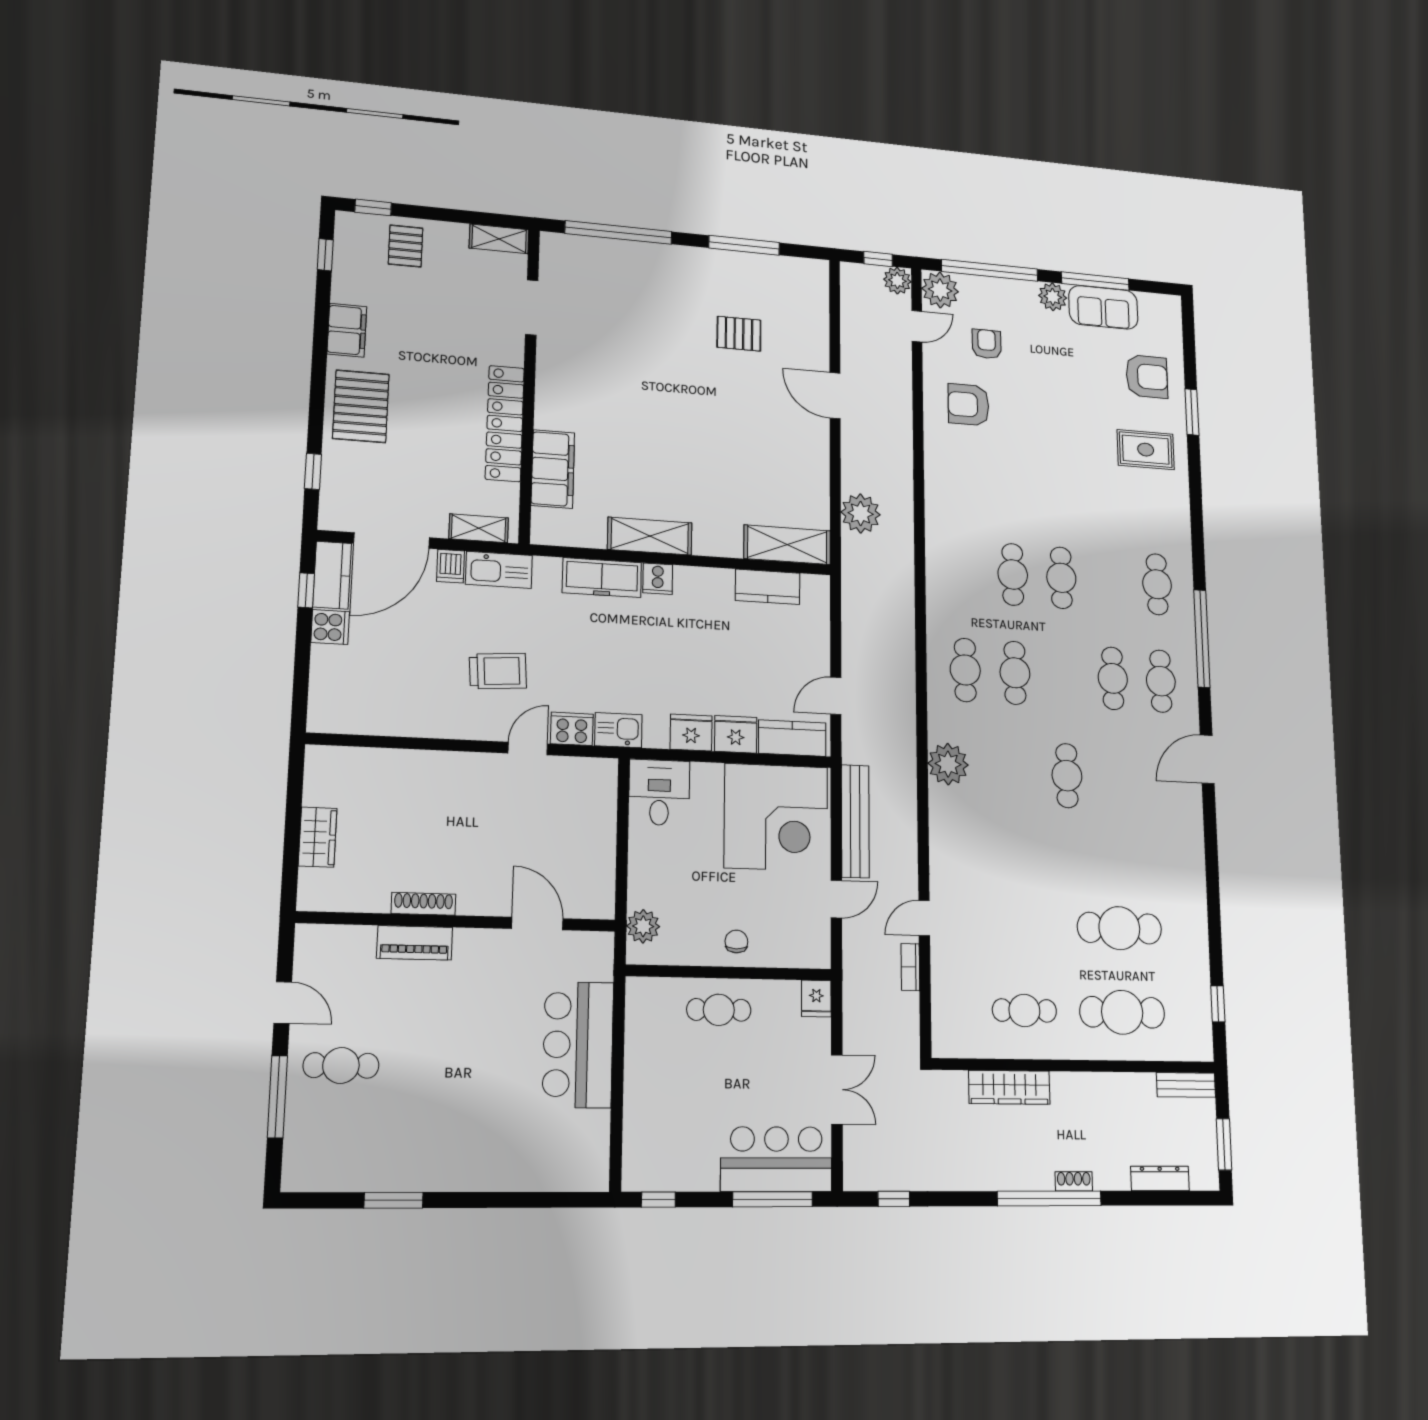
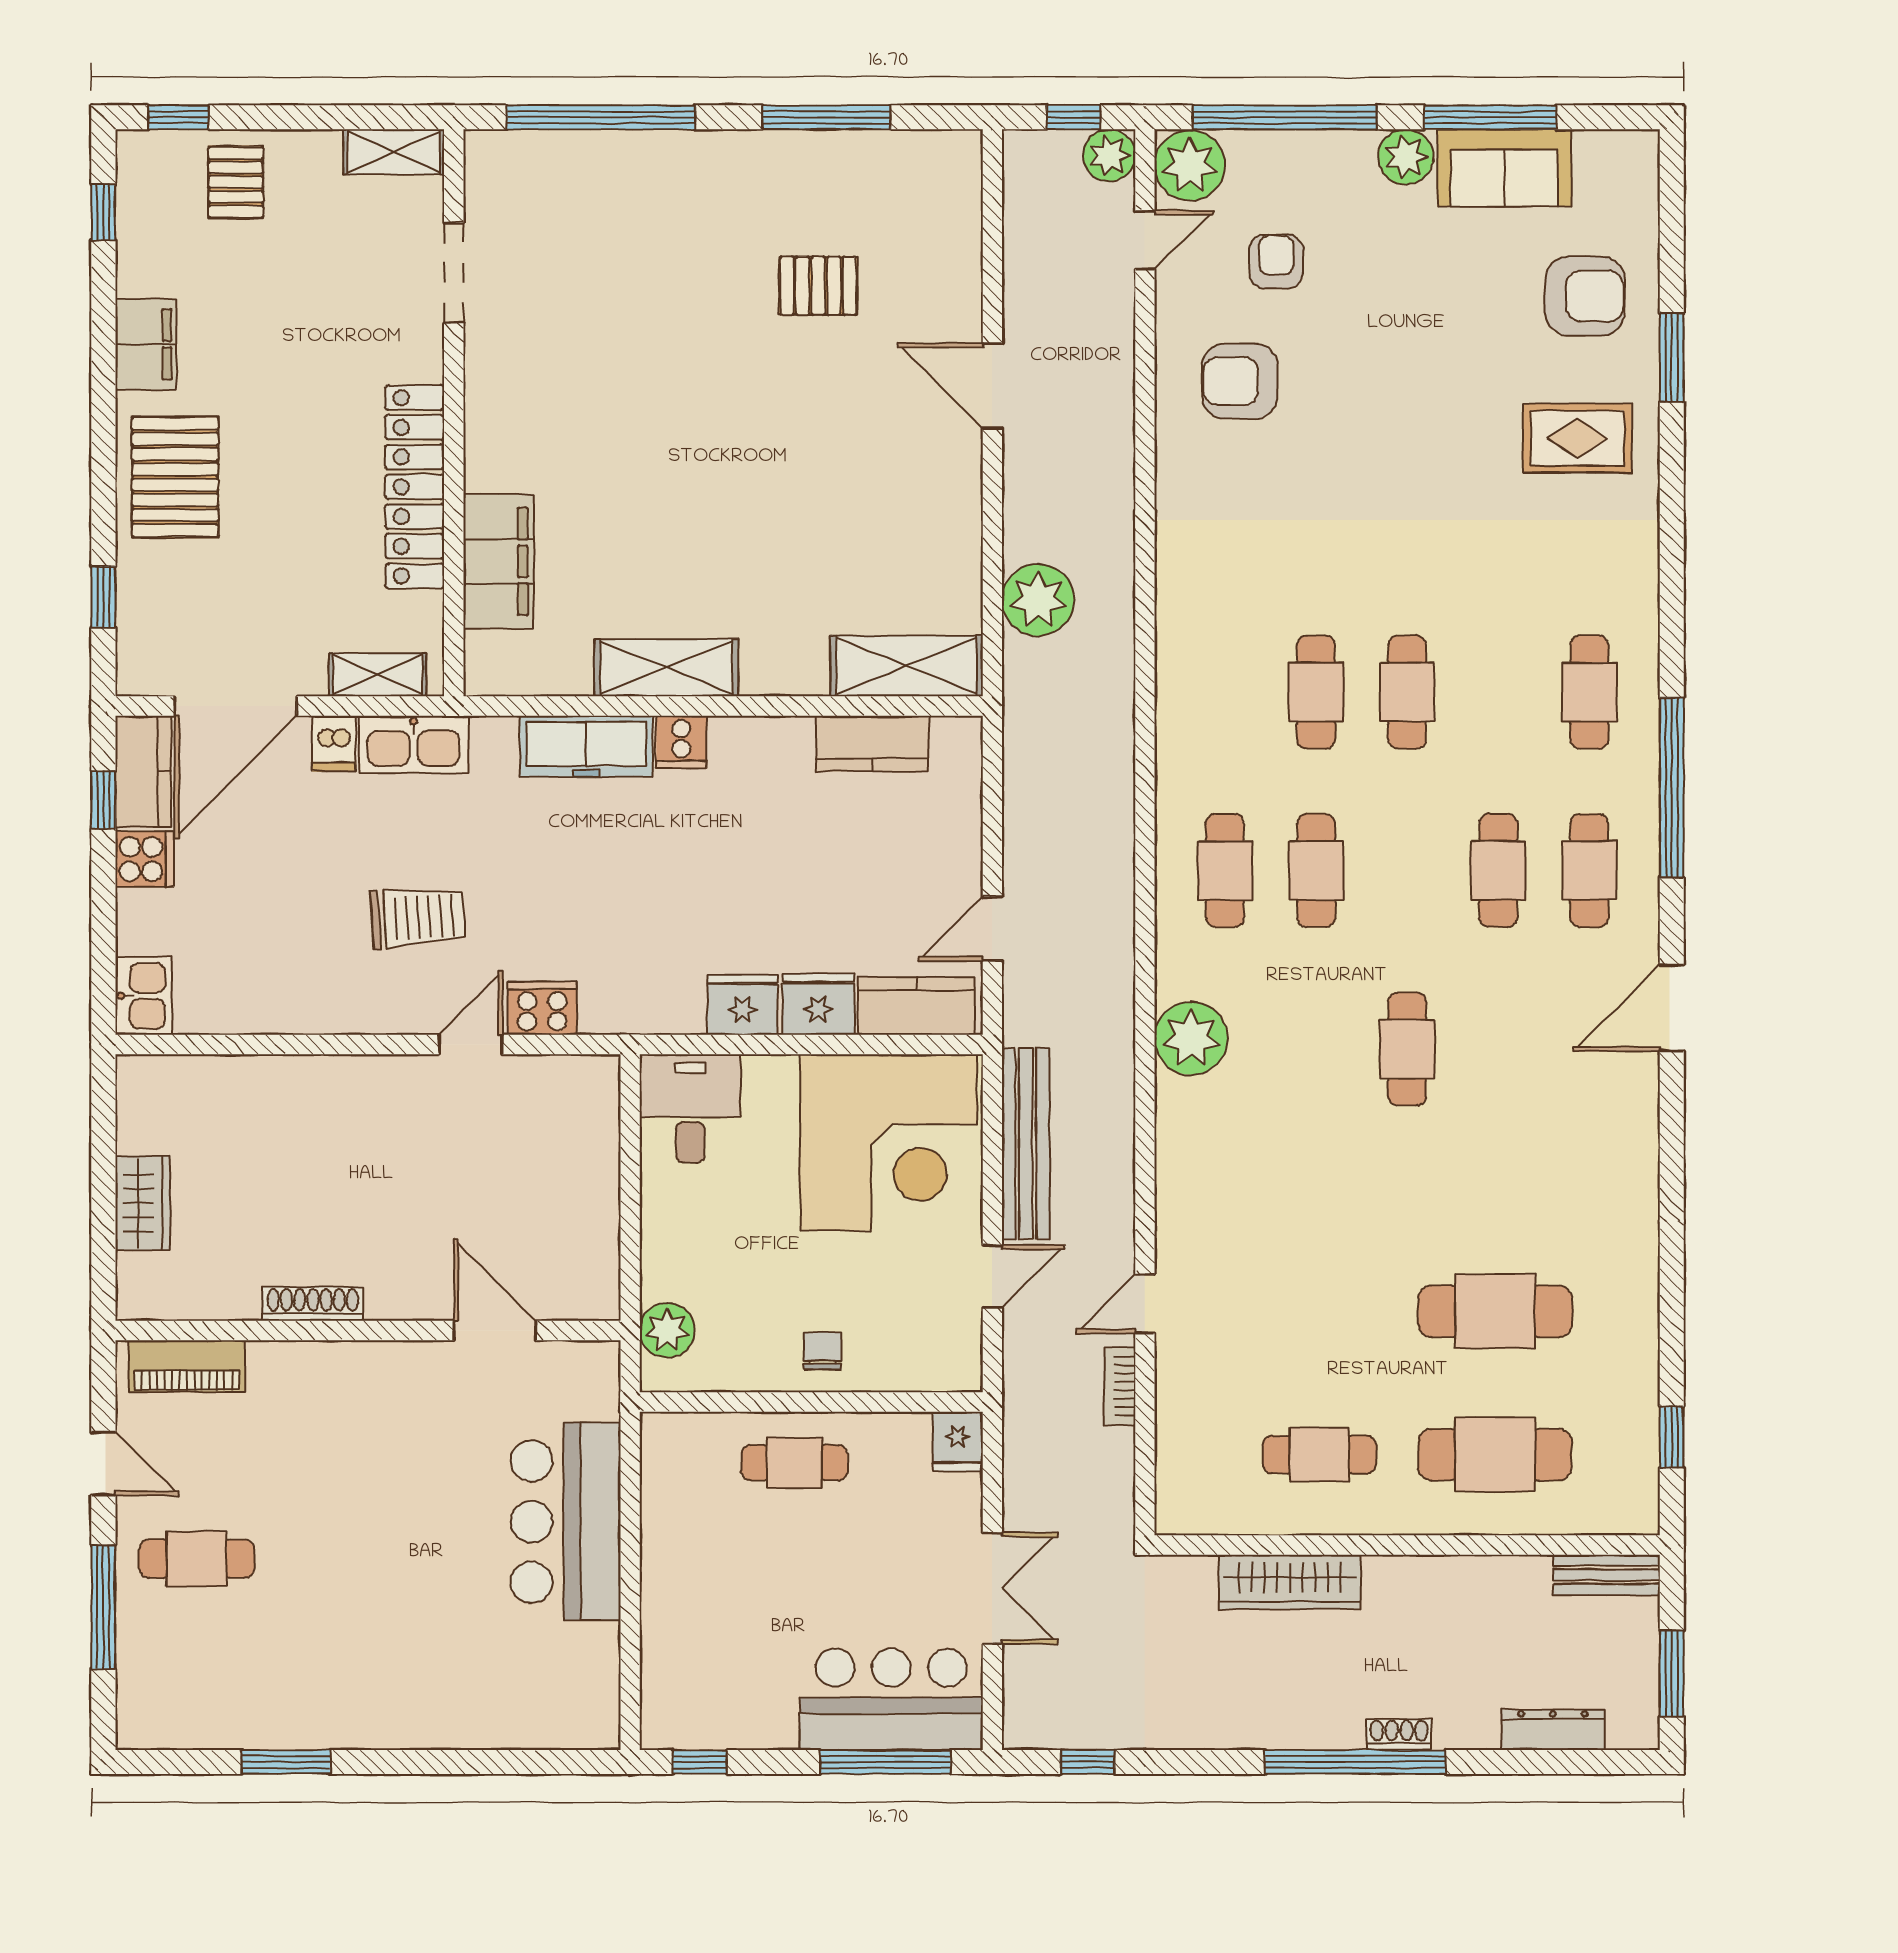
kitchen sink: (618, 730) -> (144, 996), moved, turned 90
piano: (415, 943) -> (187, 1366), moved

